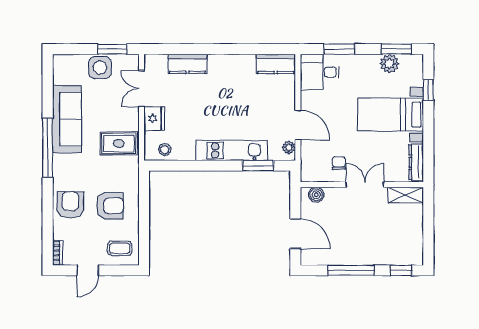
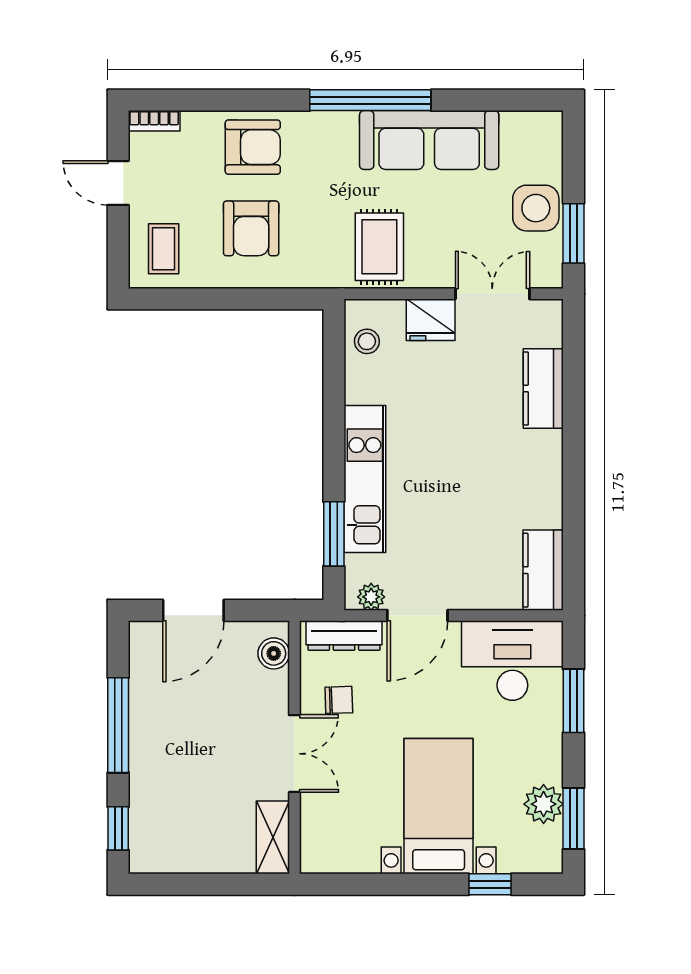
desk: (320, 72) -> (512, 661), width x1.37
dresser: (416, 162) -> (344, 635), moved, turned 180

